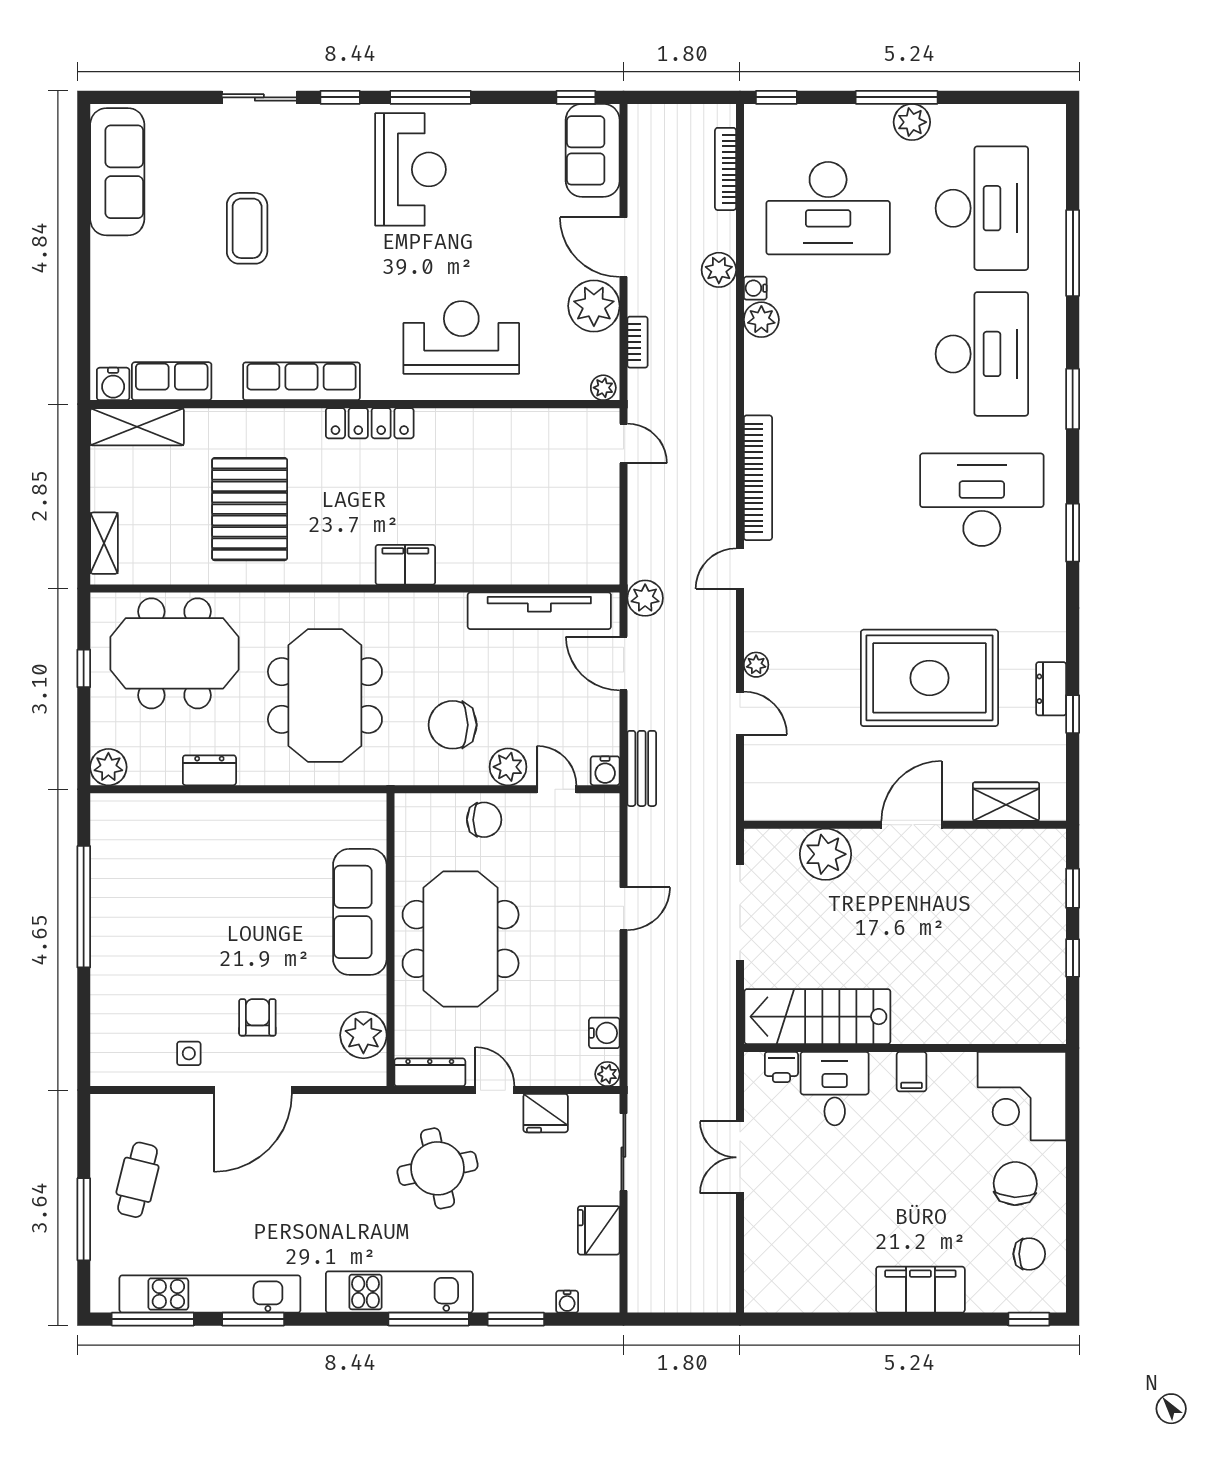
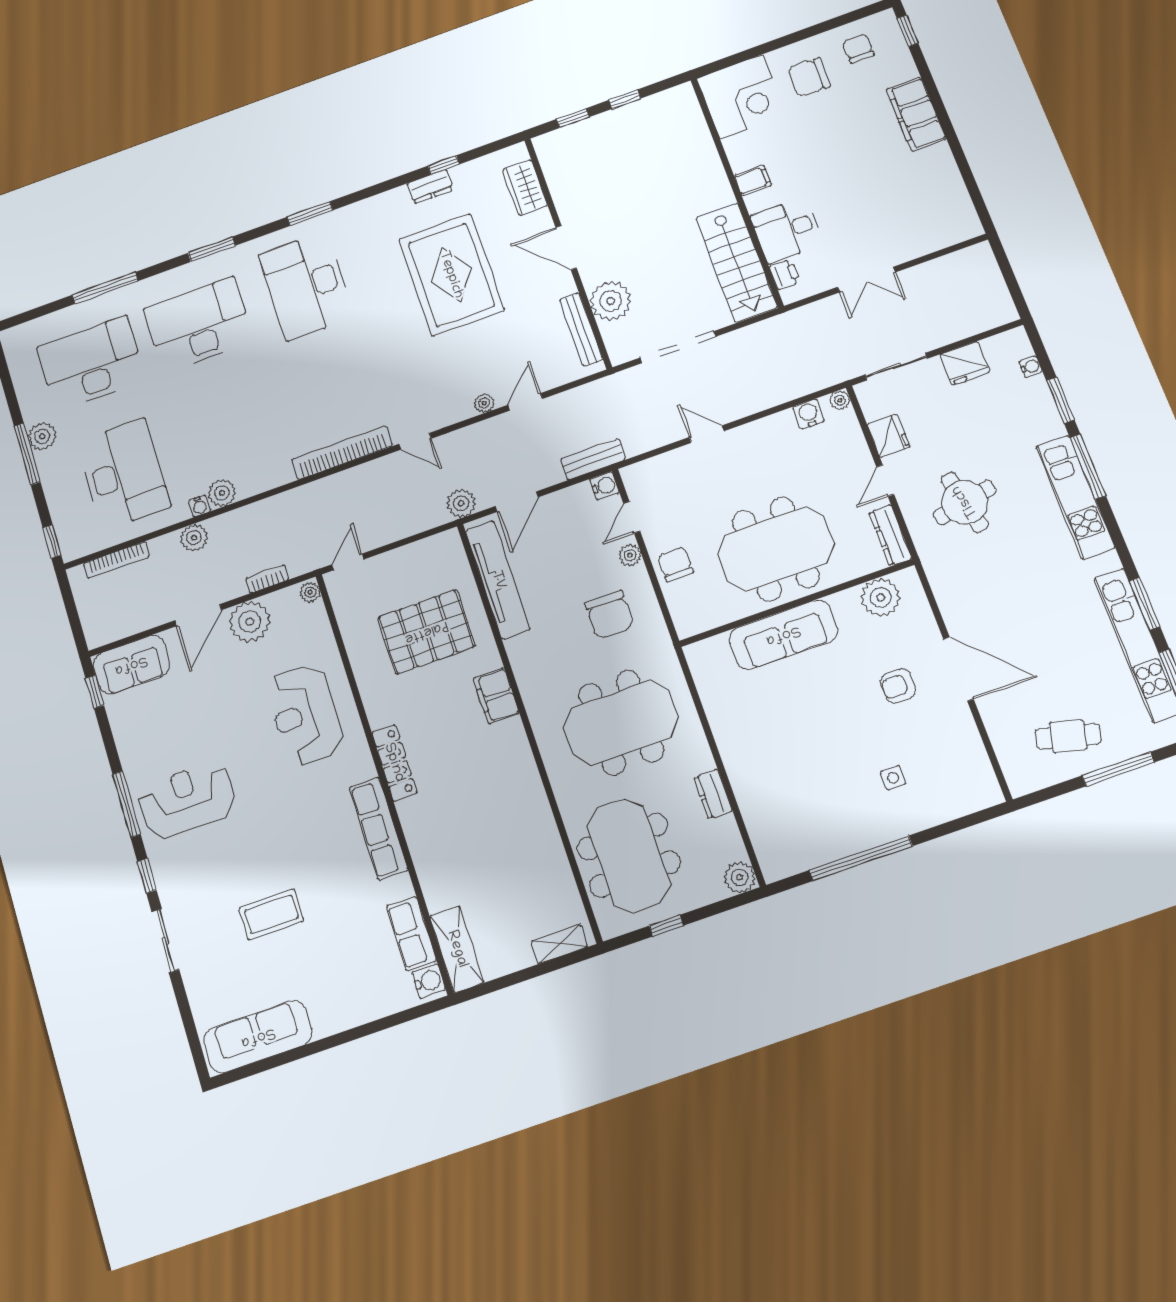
pallet: (250, 509) -> (426, 632), moved
plant: (508, 767) -> (630, 555), width x0.73, depth x0.73
bench: (804, 808) -> (581, 330), added
side table: (189, 1053) -> (893, 778), moved

